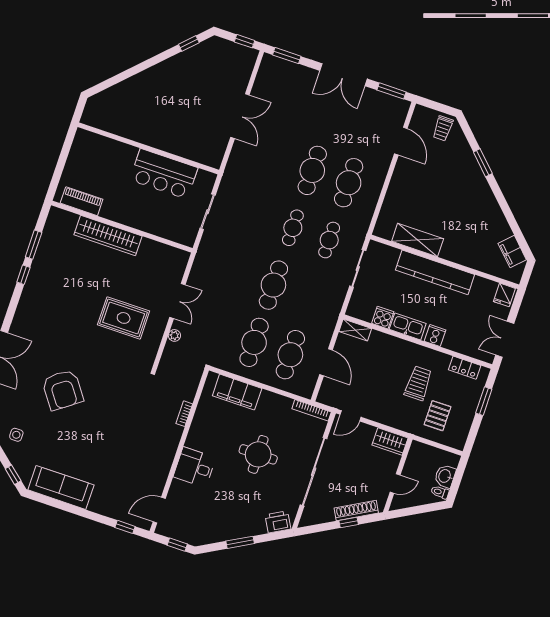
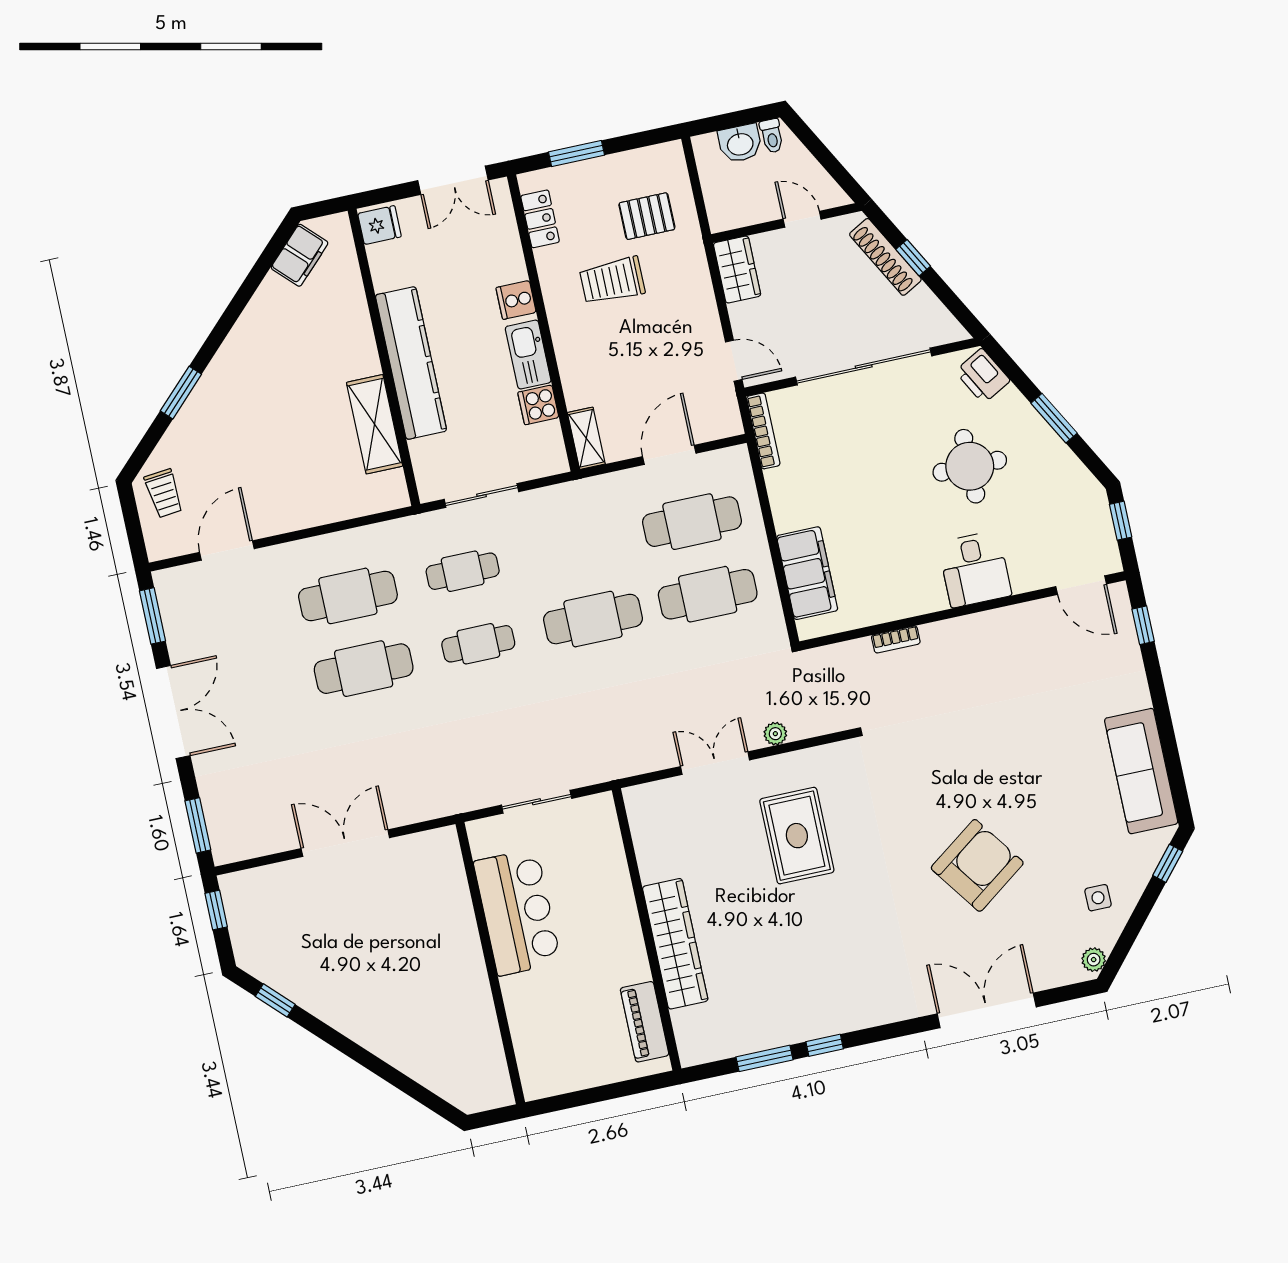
trolley: (443, 128) -> (164, 493), turned 84
round table: (258, 454) -> (970, 466), moved

